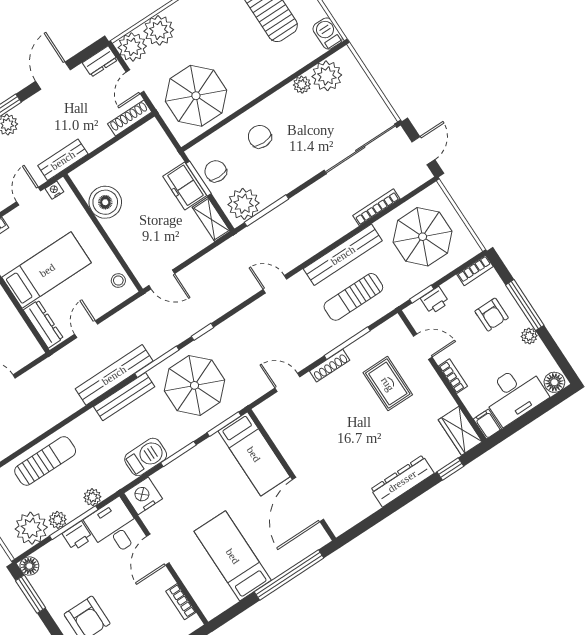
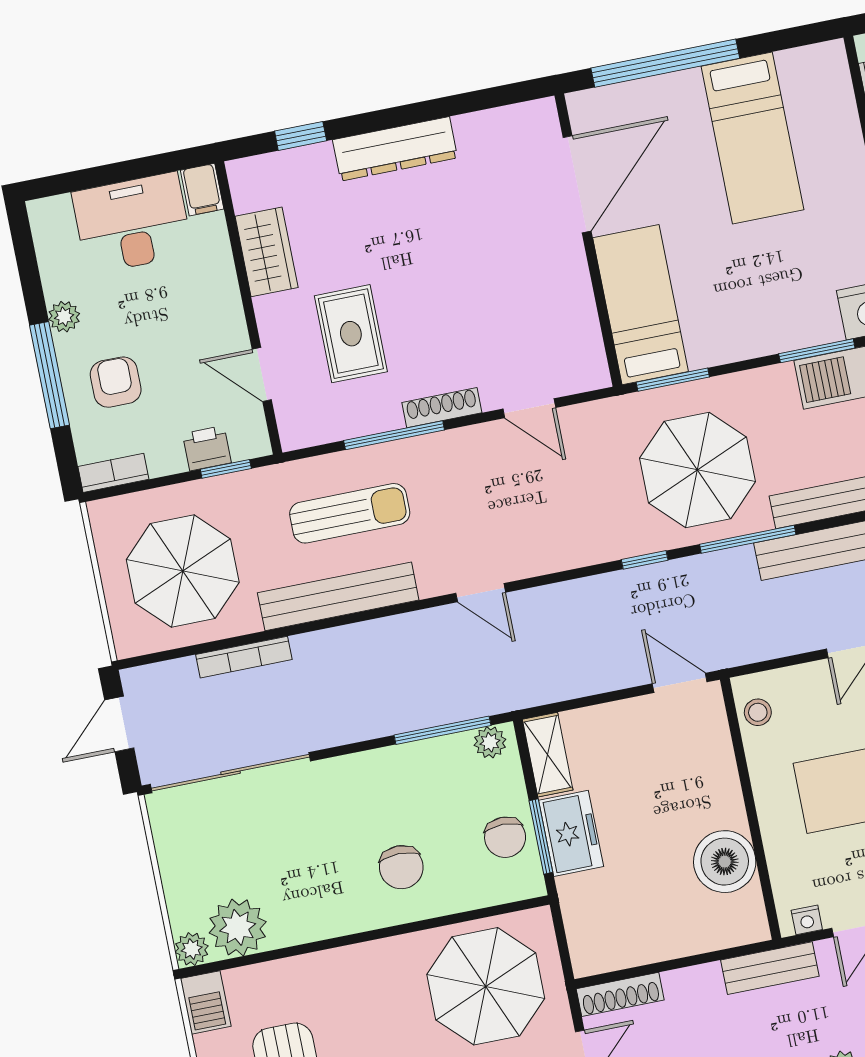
plant: (302, 85) -> (192, 949), moved
plant: (244, 204) -> (490, 742), width x0.53, depth x0.53
bookcase: (453, 376) -> (229, 300), removed
floor lamp: (554, 382) -> (52, 216), removed
wardrobe: (460, 431) -> (267, 252), moved
window: (178, 454) -> (817, 351), moved

